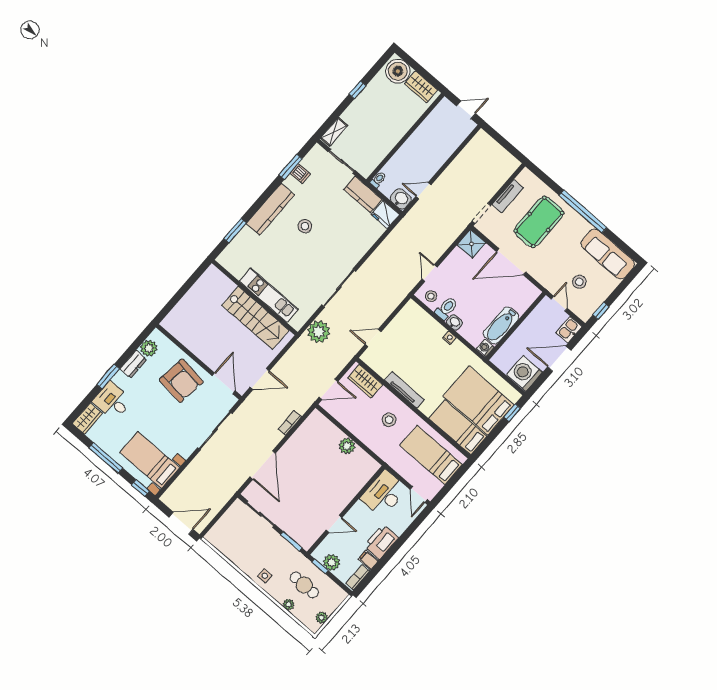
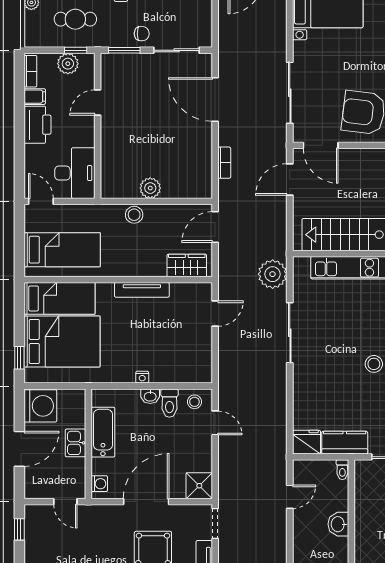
washbasin: (401, 199) -> (338, 524), moved, turned 90
stool: (579, 282) -> (64, 539), removed
kitchen sink: (569, 330) -> (75, 443), moved, turned 180
washing machine: (485, 348) -> (99, 484), moved
stool: (389, 420) -> (134, 215), moved
chair: (272, 542) -> (142, 34), added

